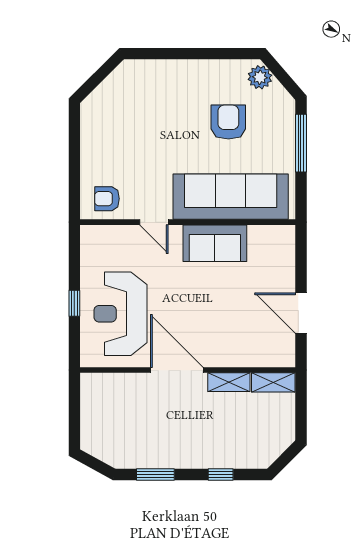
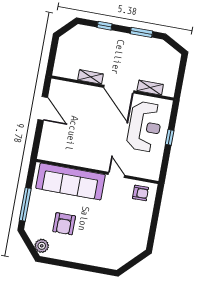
sofa: (215, 243) -> (84, 157), removed
shelving: (273, 382) -> (150, 88), moved

